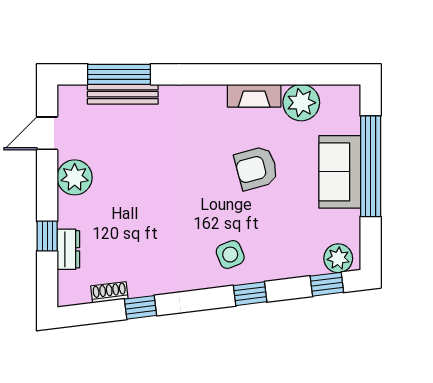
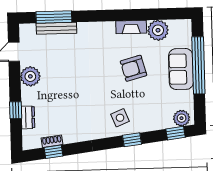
window: (141, 307) -> (53, 152), moved

